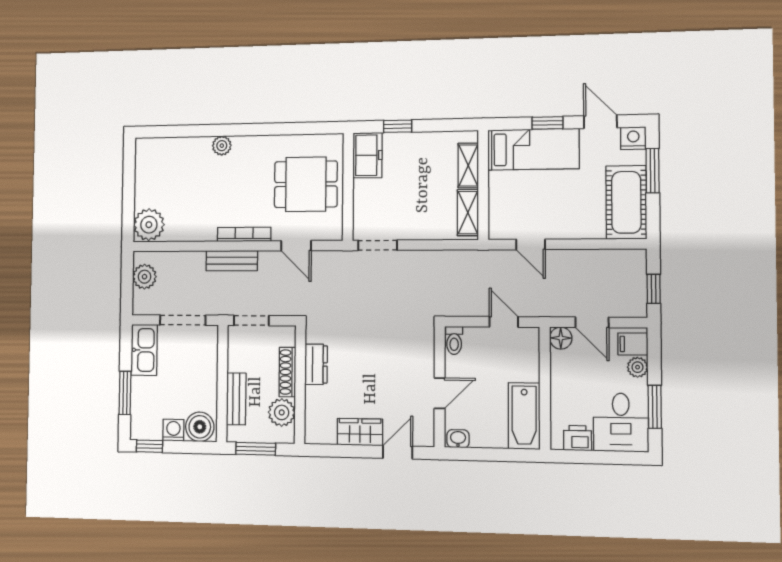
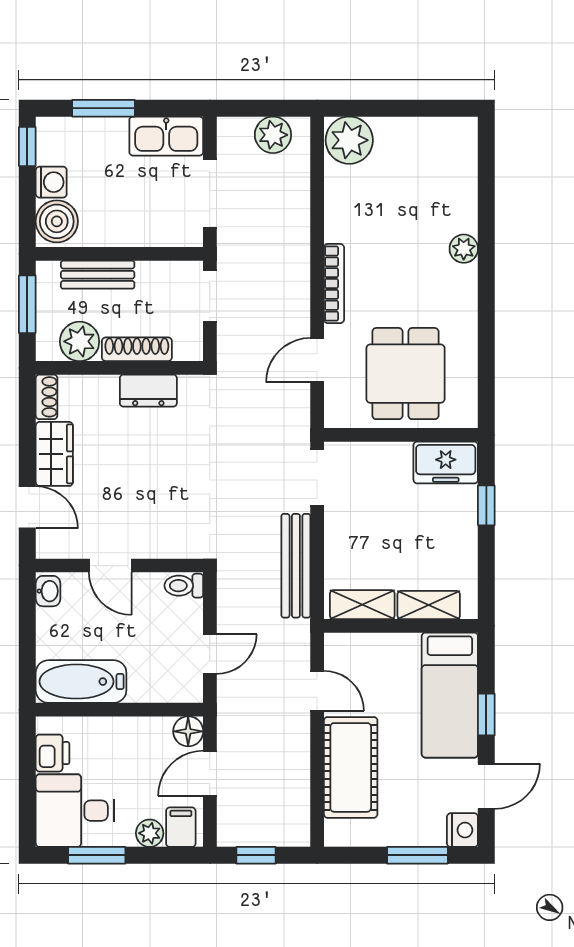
cot: (626, 202) -> (351, 767), moved, turned 90
door: (531, 244) -> (317, 691), swing flipped
bench: (232, 261) -> (296, 566), moved, width x1.36
shoe rack: (320, 437) -> (47, 397), added

